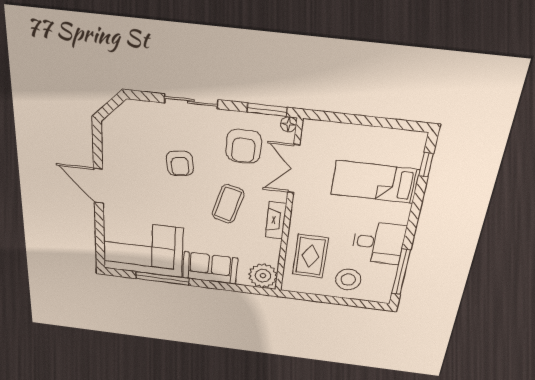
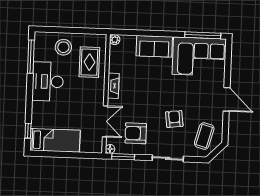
armchair: (244, 146) -> (136, 133), turned -90
bed: (375, 182) -> (55, 140), moved
coffee table: (228, 204) -> (204, 136), moved
desk: (378, 243) -> (48, 82), width x1.37
plant: (263, 276) -> (115, 40), width x0.53, depth x0.53
window: (162, 278) -> (203, 35), moved

